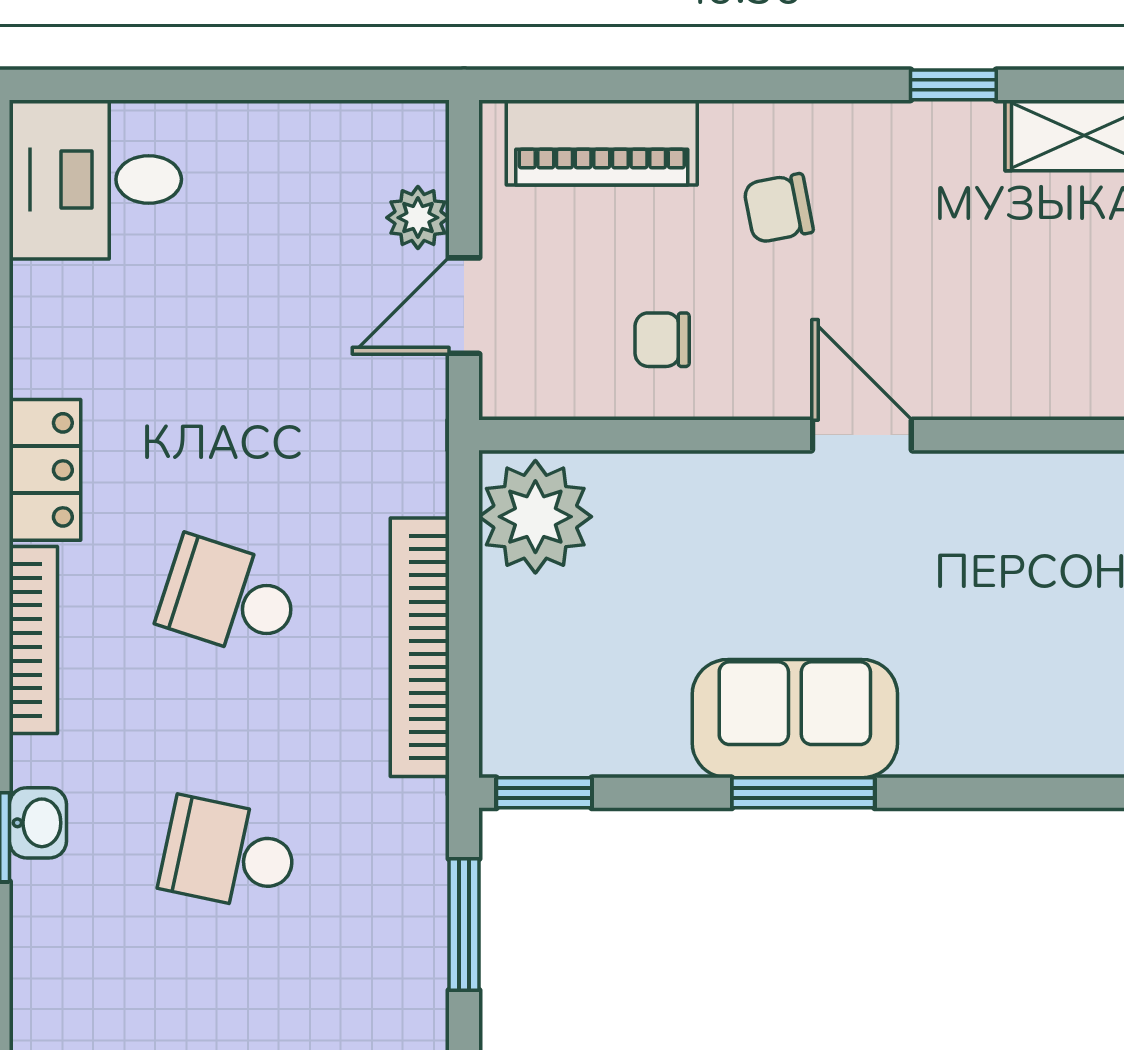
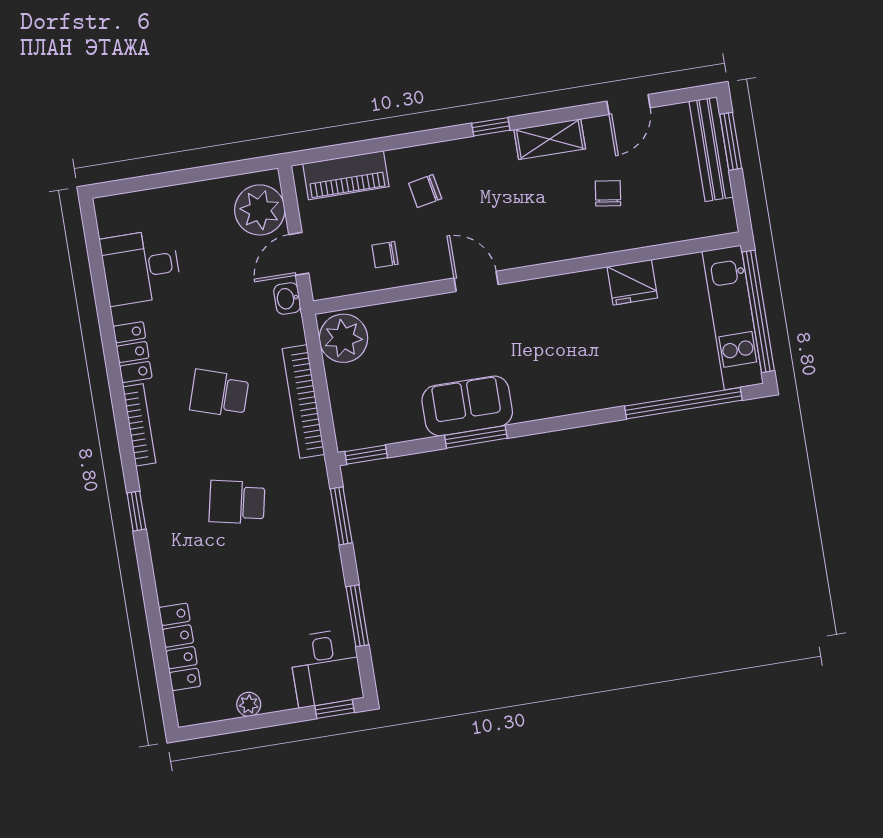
desk: (95, 179) -> (141, 267), moved
plant: (418, 218) -> (260, 210), width x1.87, depth x1.87
washbasin: (38, 823) -> (287, 298), moved, turned 180

